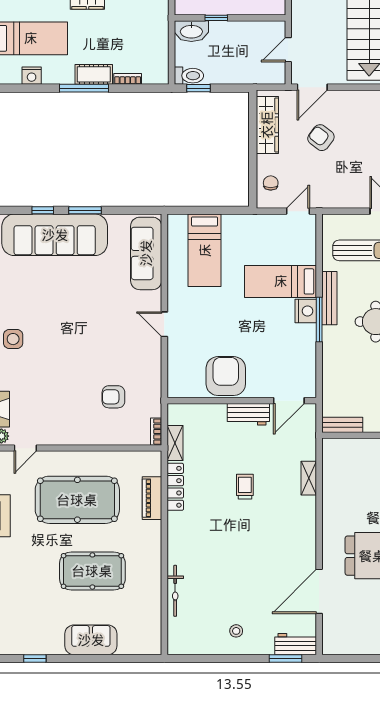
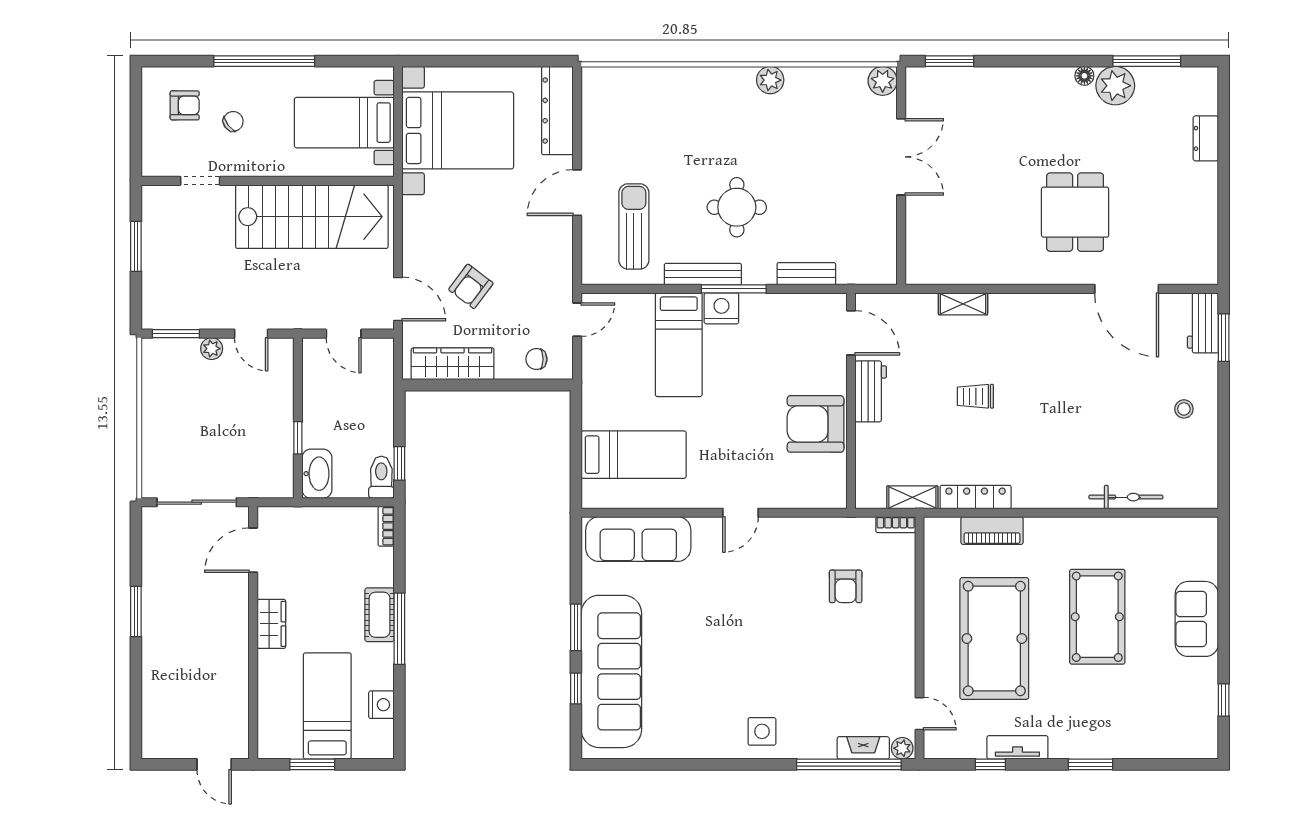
bookcase: (128, 79) -> (386, 526), moved
door: (298, 211) -> (577, 320), swing flipped
bench: (342, 425) -> (806, 274), moved, turned 90

